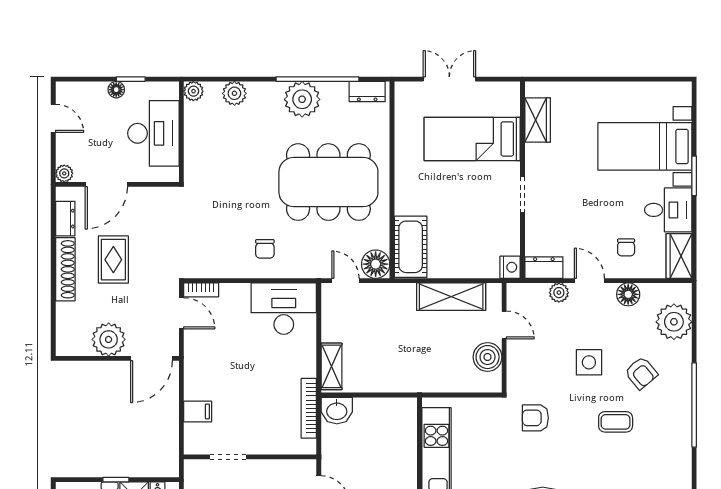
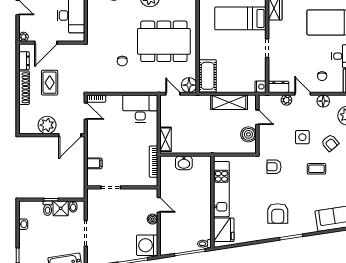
chair: (265, 249) -> (122, 61), moved
washbasin: (337, 411) -> (184, 163), moved

